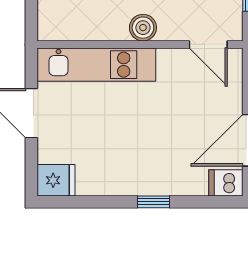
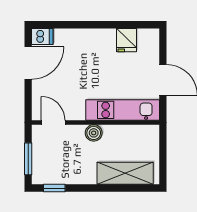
fridge: (56, 180) -> (126, 40), moved, turned -90
window: (153, 202) -> (87, 25), removed

